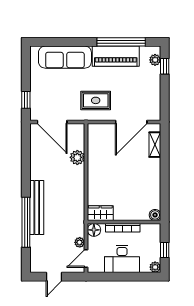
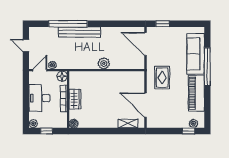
window: (121, 42) -> (207, 67), moved
door: (52, 122) -> (146, 44), hinge flipped
plant: (77, 157) -> (104, 63), moved
wardrobe: (100, 213) -> (75, 99), moved
door: (86, 258) -> (40, 70), hinge flipped

